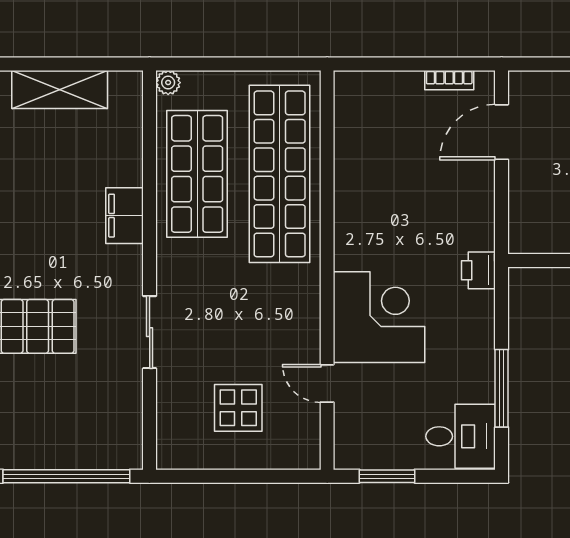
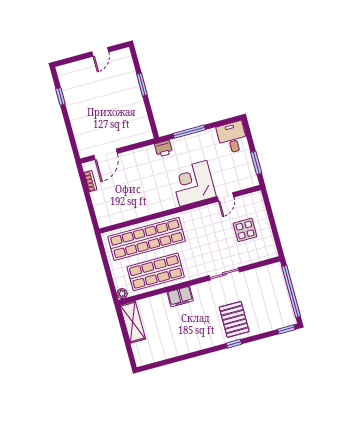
shelving: (60, 89) -> (133, 322), moved
door: (502, 132) -> (106, 154), hinge flipped
window: (502, 388) -> (189, 132), moved

